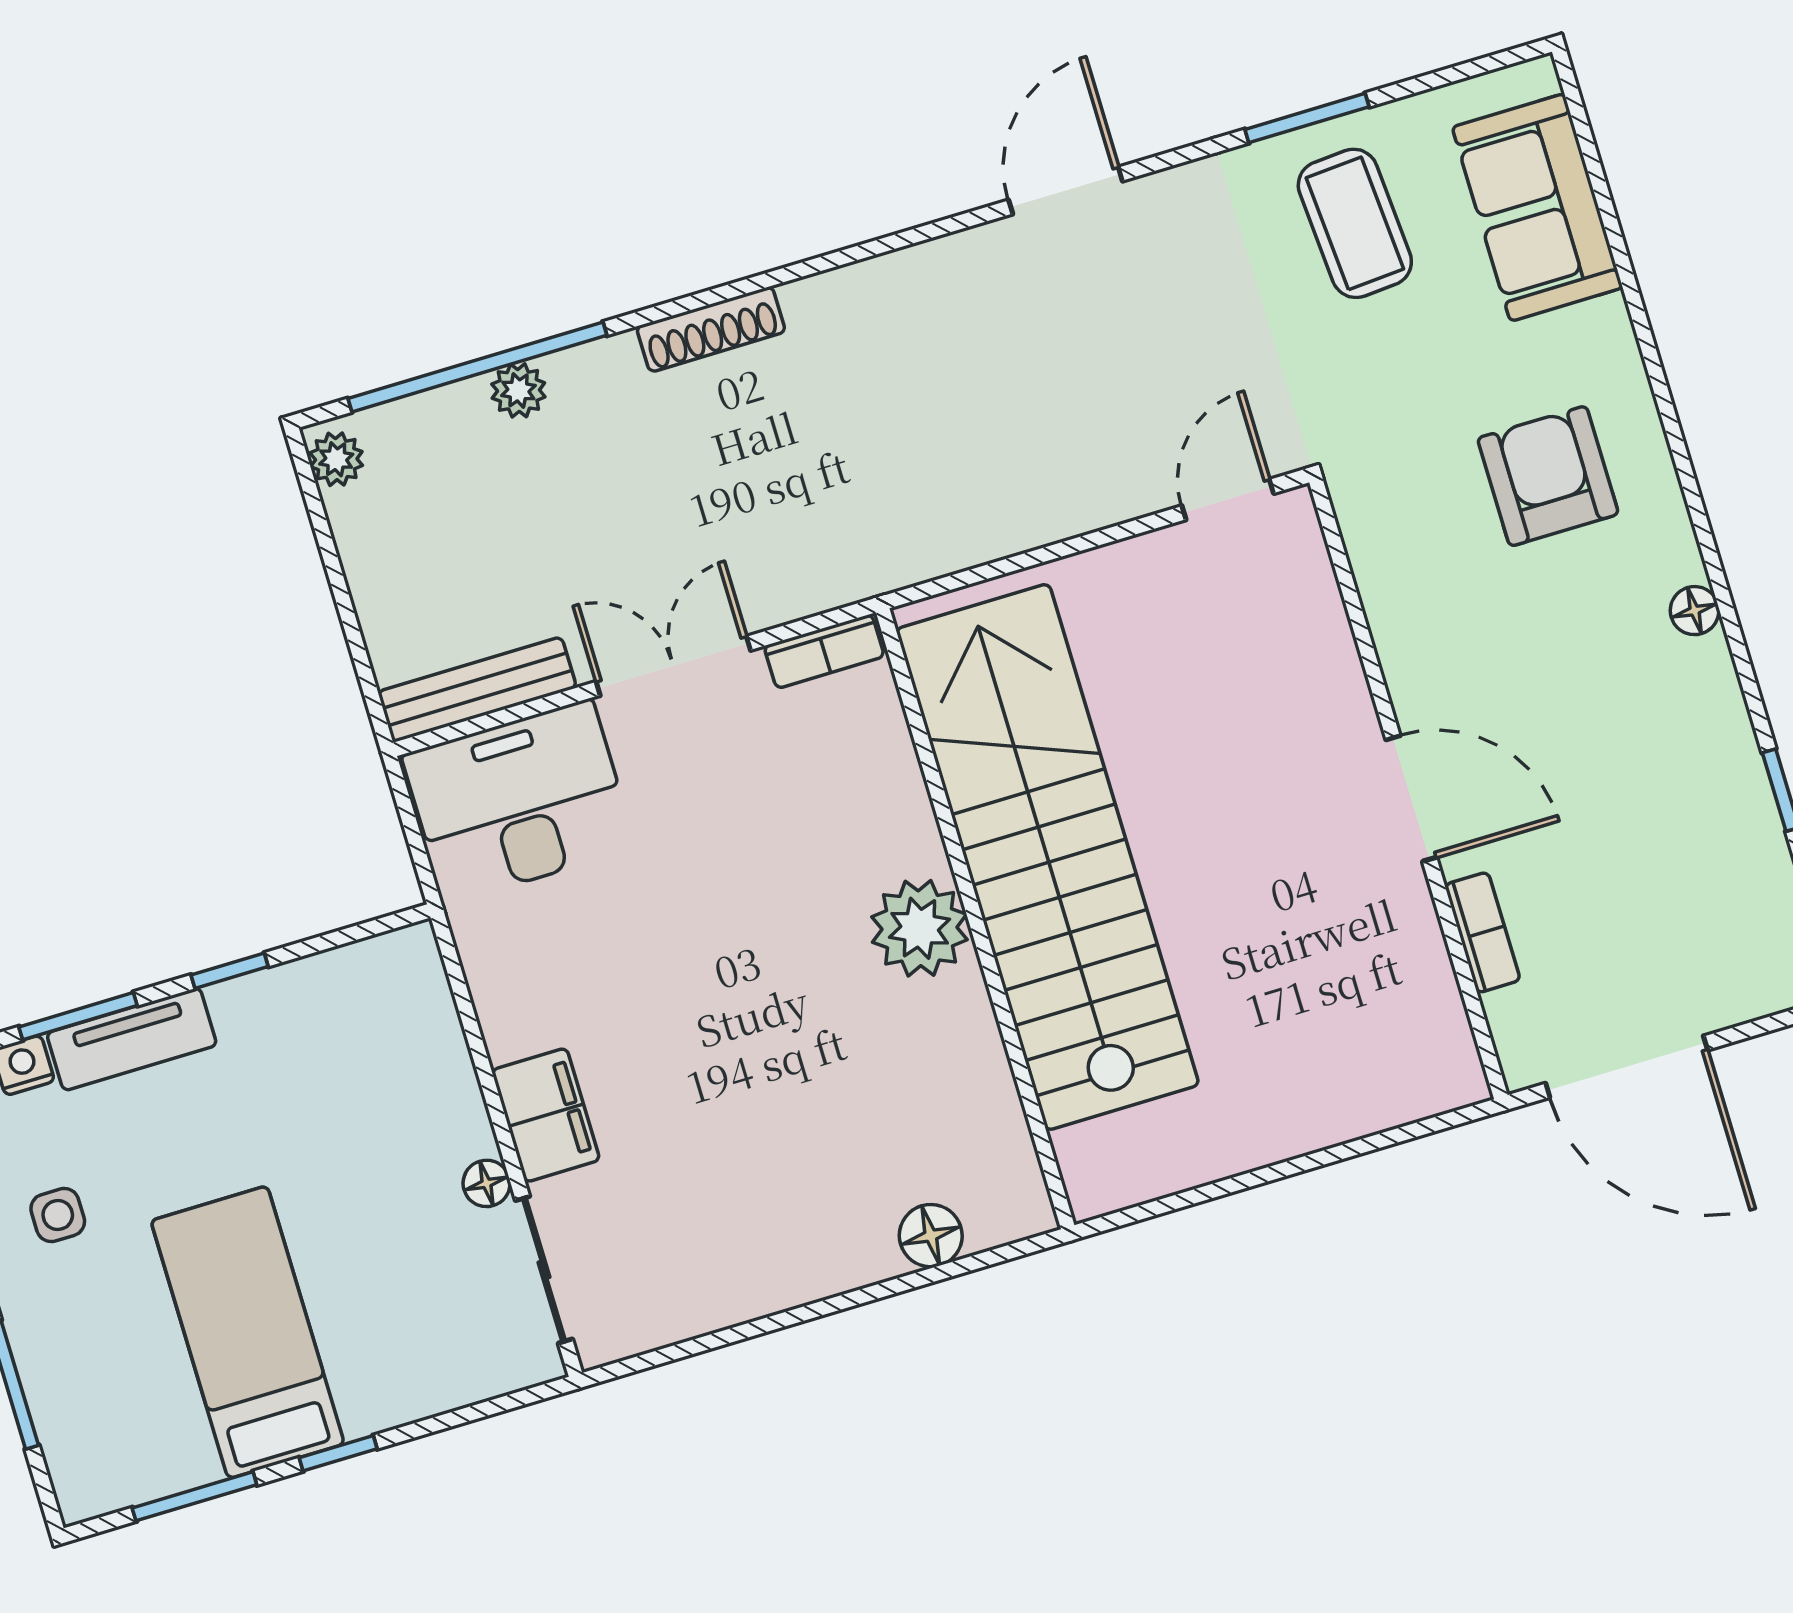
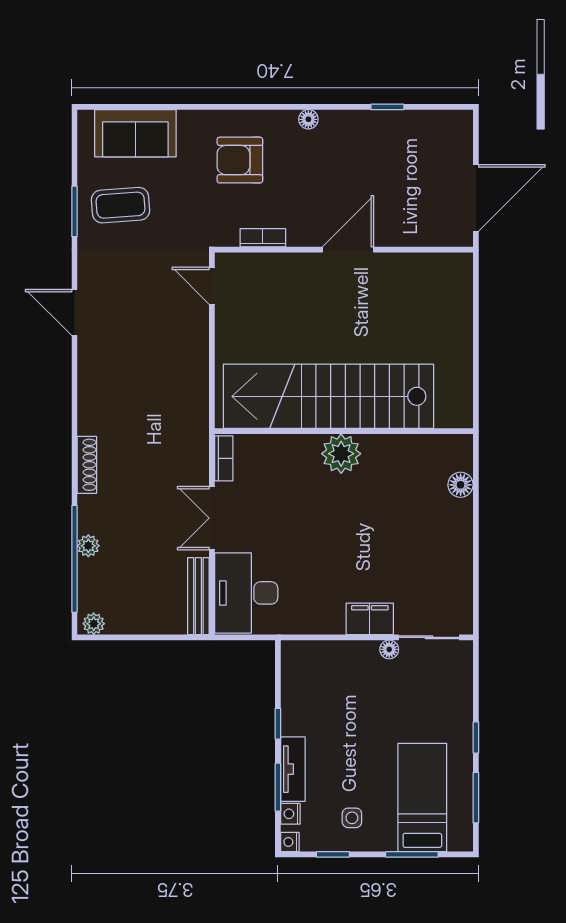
bookcase: (1482, 932) -> (263, 238), moved
bed: (248, 1332) -> (422, 798), moved, turned 90

